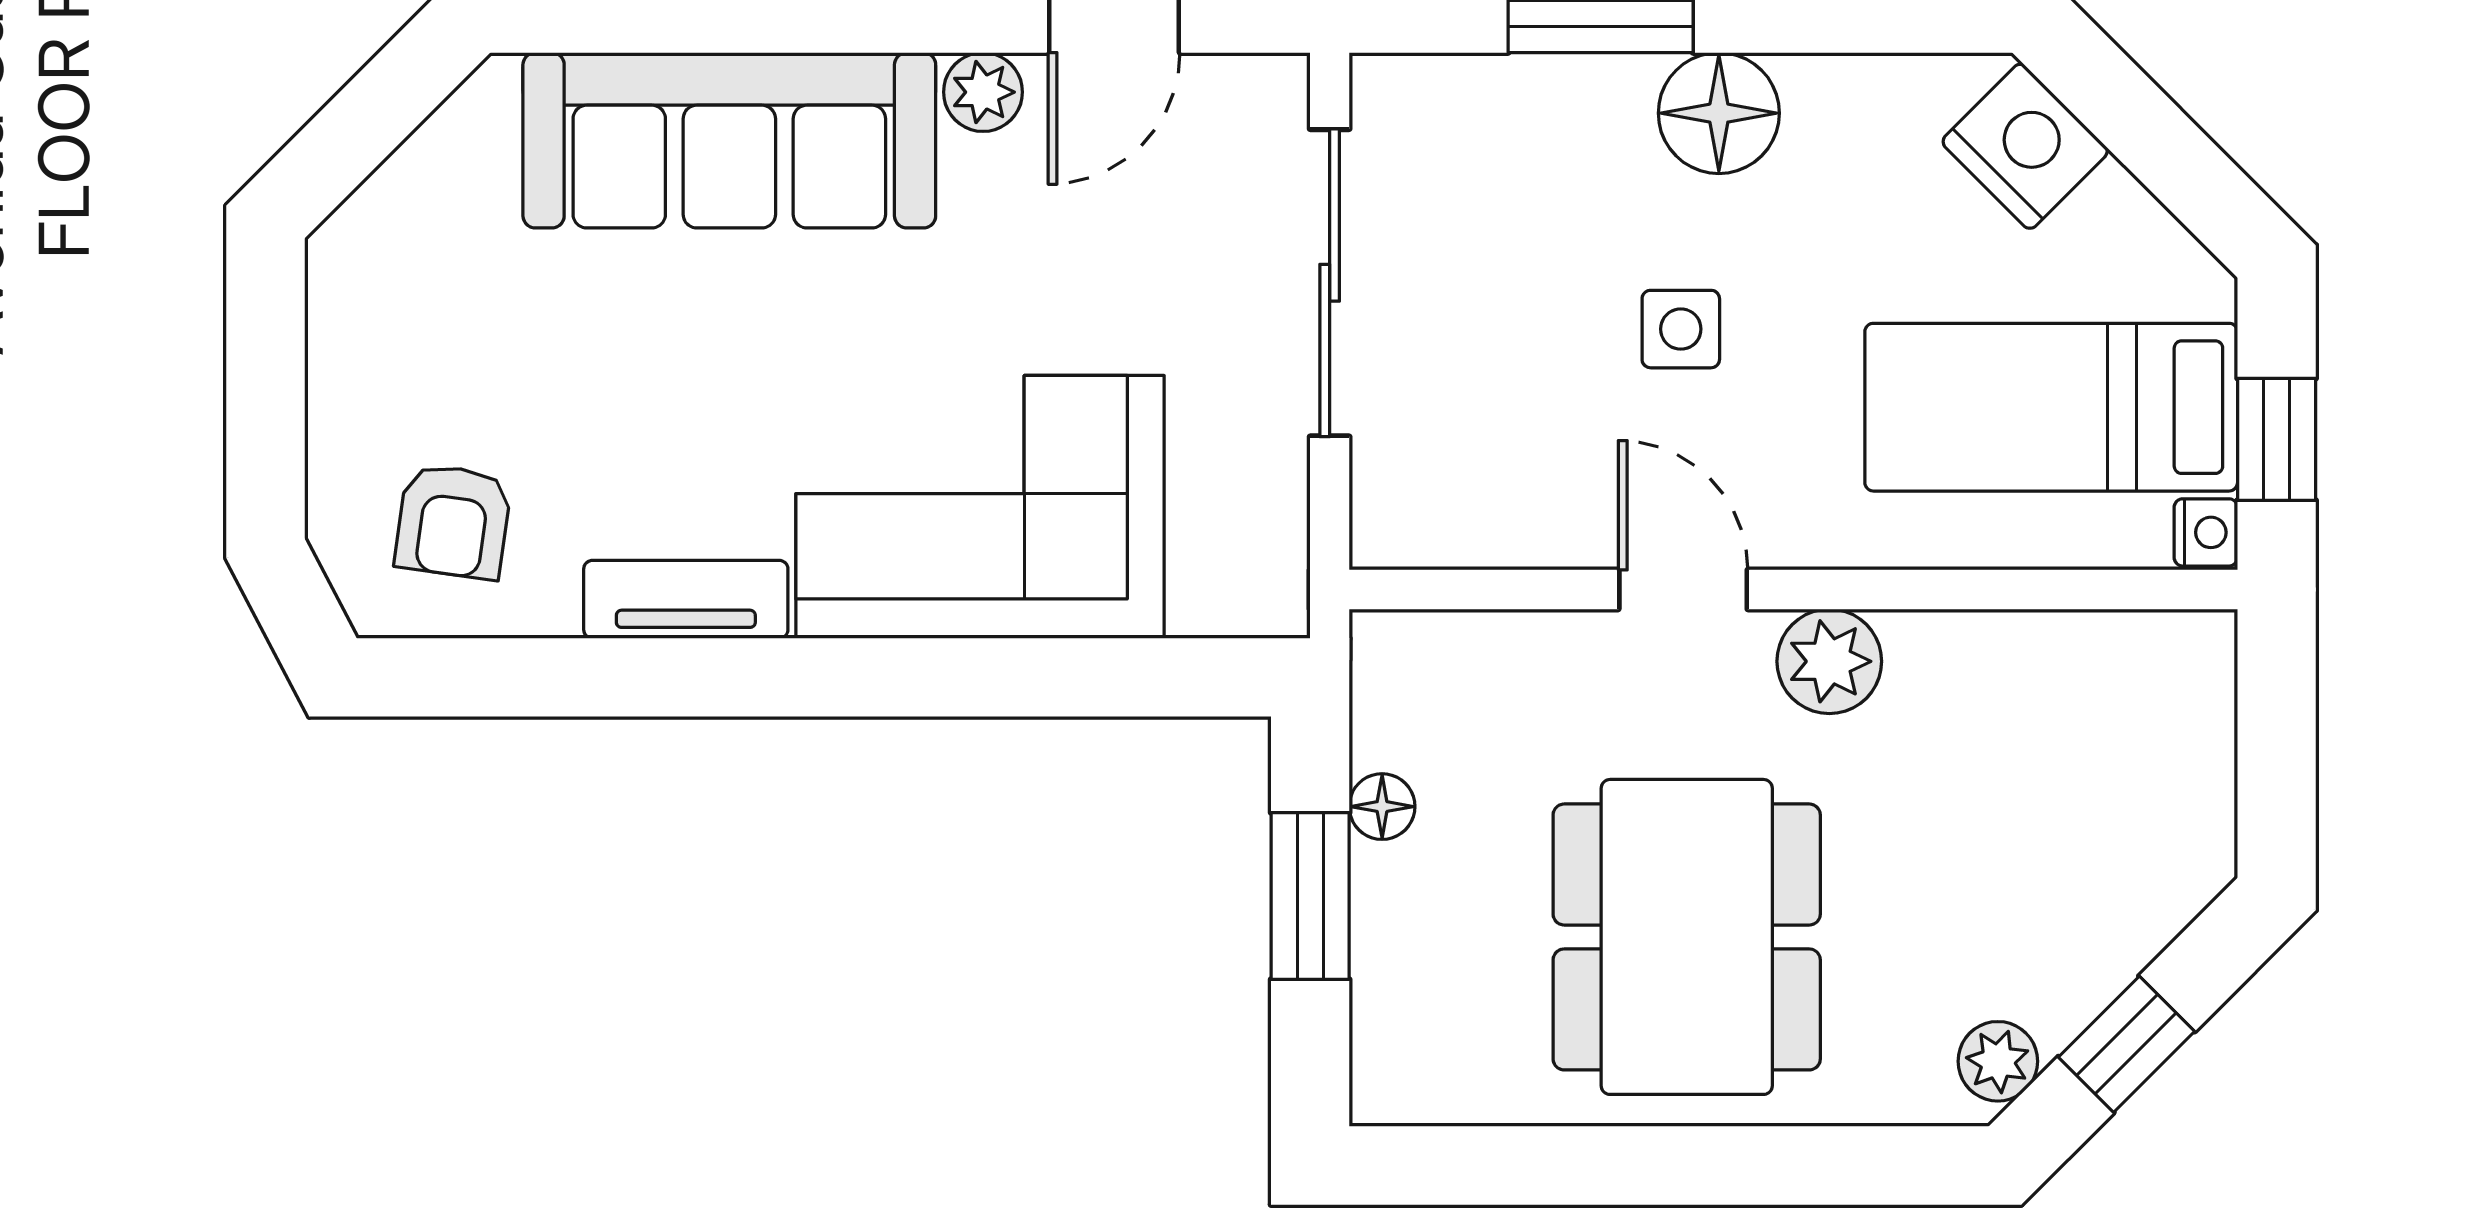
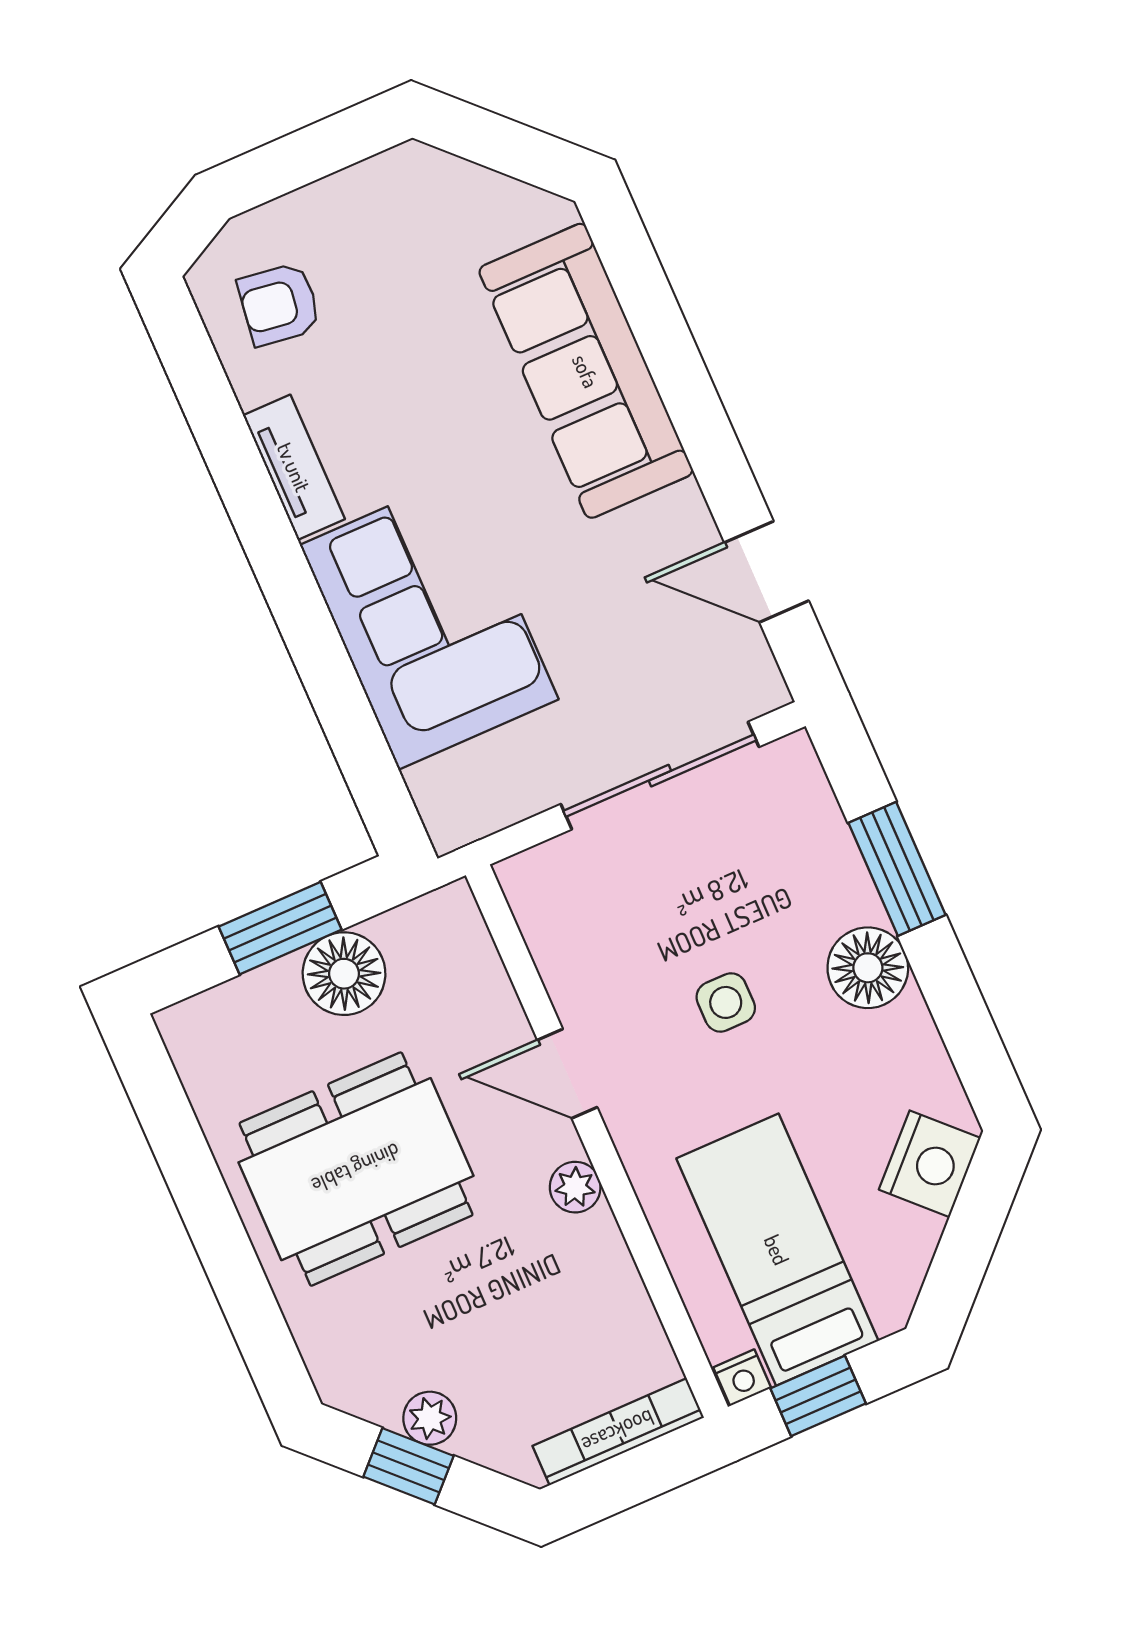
plant: (983, 92) -> (683, 513), removed
door: (1683, 590) -> (567, 1074), swing flipped
plant: (1829, 661) -> (575, 1187), width x0.73, depth x0.73
bookcase: (2205, 735) -> (618, 1432), added
floor lamp: (1382, 807) -> (344, 974), width x1.89, depth x1.89
plant: (1998, 1061) -> (430, 1418), moved

